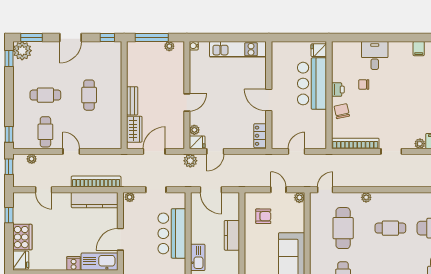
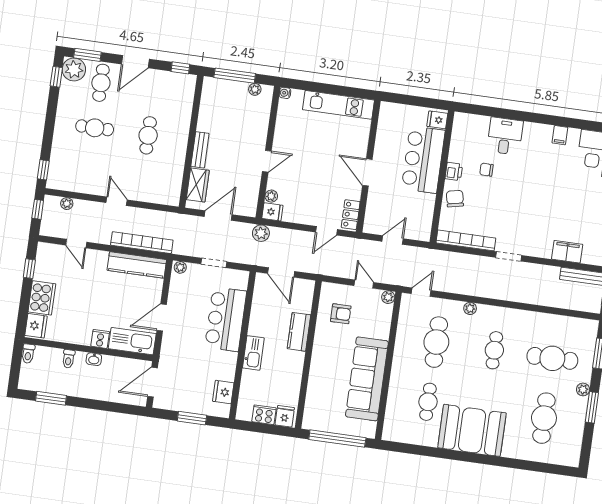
cafe table: (45, 132) -> (101, 83), moved
plant: (420, 144) -> (545, 252), removed
door: (215, 151) -> (326, 231), moved
cafe table: (390, 228) -> (494, 350), turned 90

